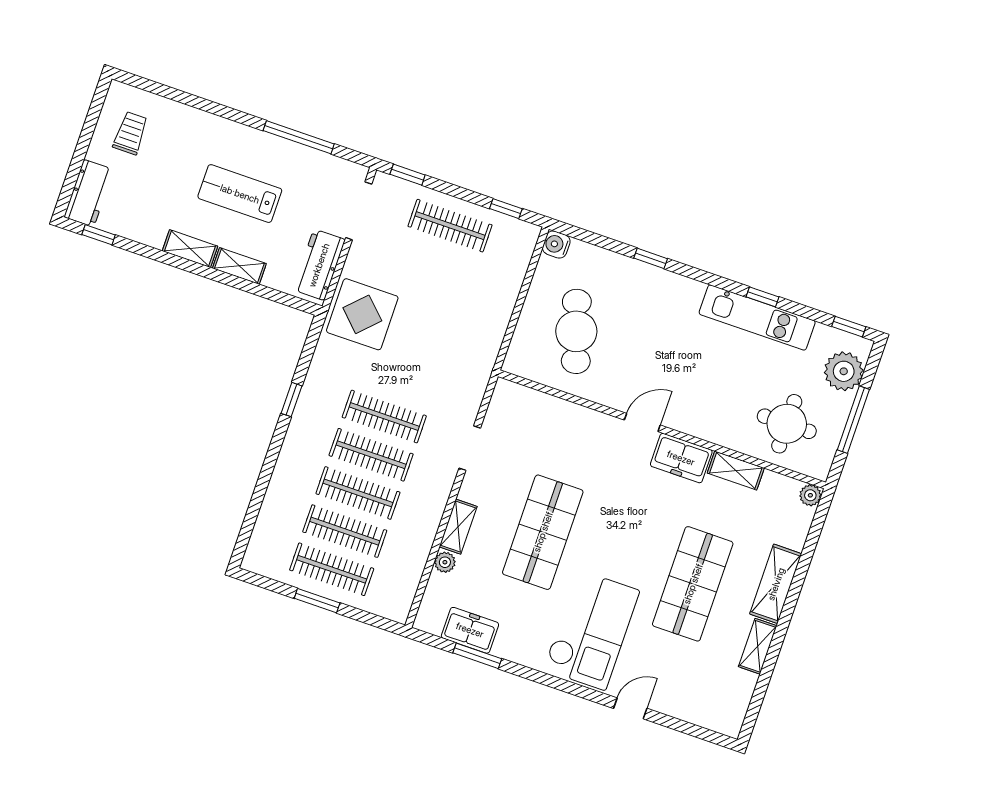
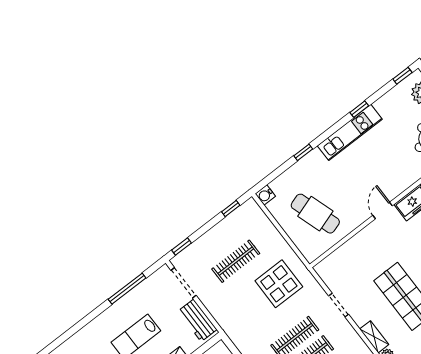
clothes rail: (450, 226) -> (236, 261), moved
display table: (362, 314) -> (279, 284), moved
kitchen unit: (757, 317) -> (350, 132), moved

